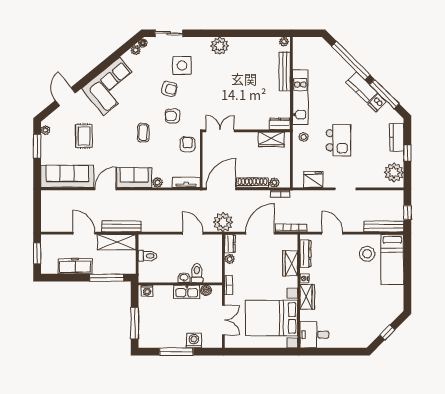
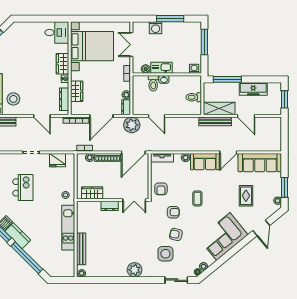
dresser: (280, 124) -> (110, 206), moved
kitchen island: (338, 140) -> (23, 187), moved, turned 180

